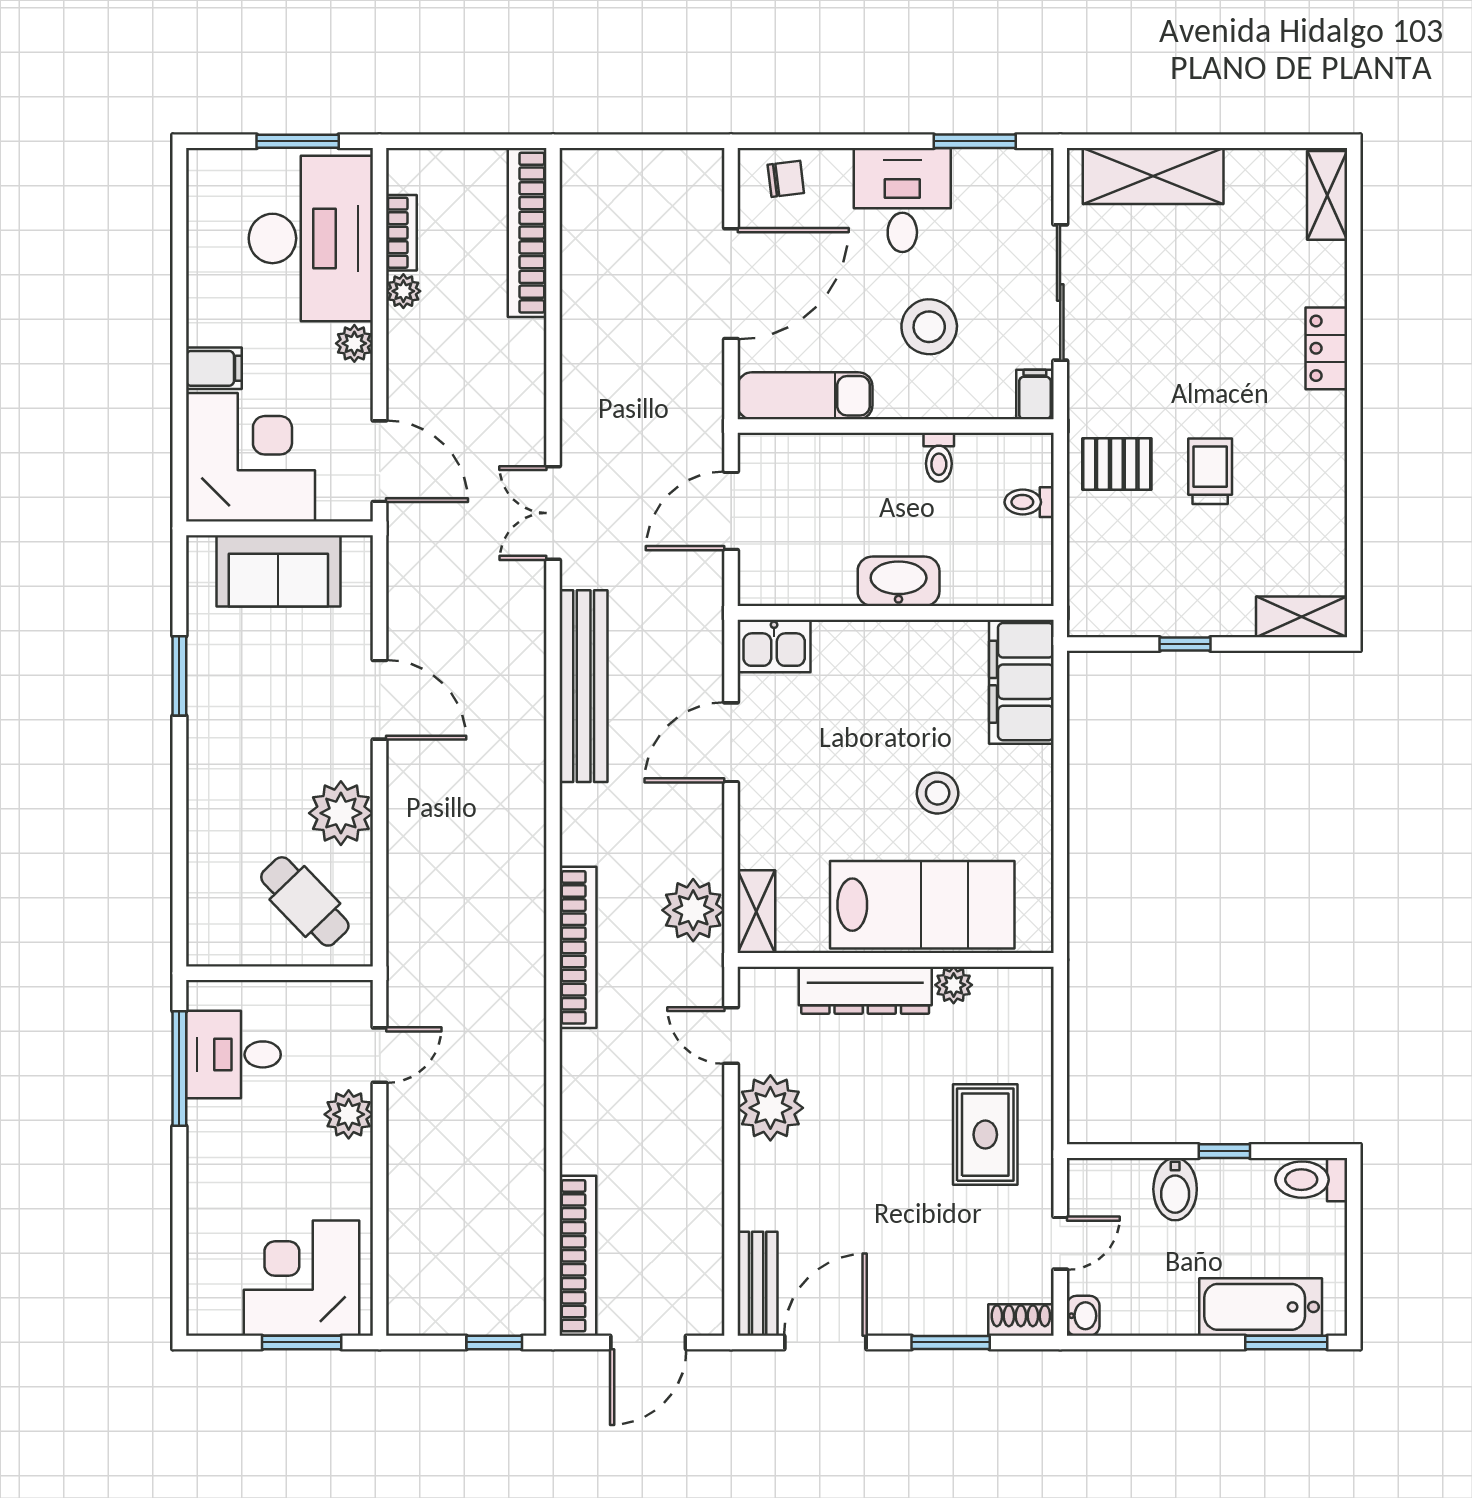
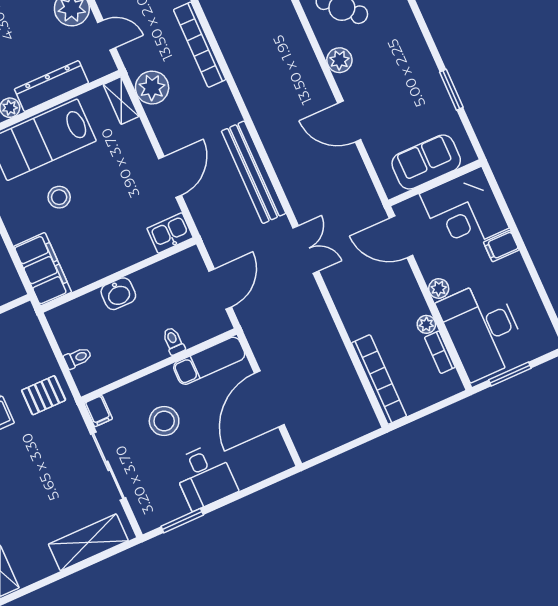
chair: (786, 179) -> (266, 462), removed
toilet: (939, 457) -> (173, 341), moved
washbasin: (899, 581) -> (118, 294), width x0.72
plant: (341, 813) -> (339, 60), width x0.73, depth x0.73

